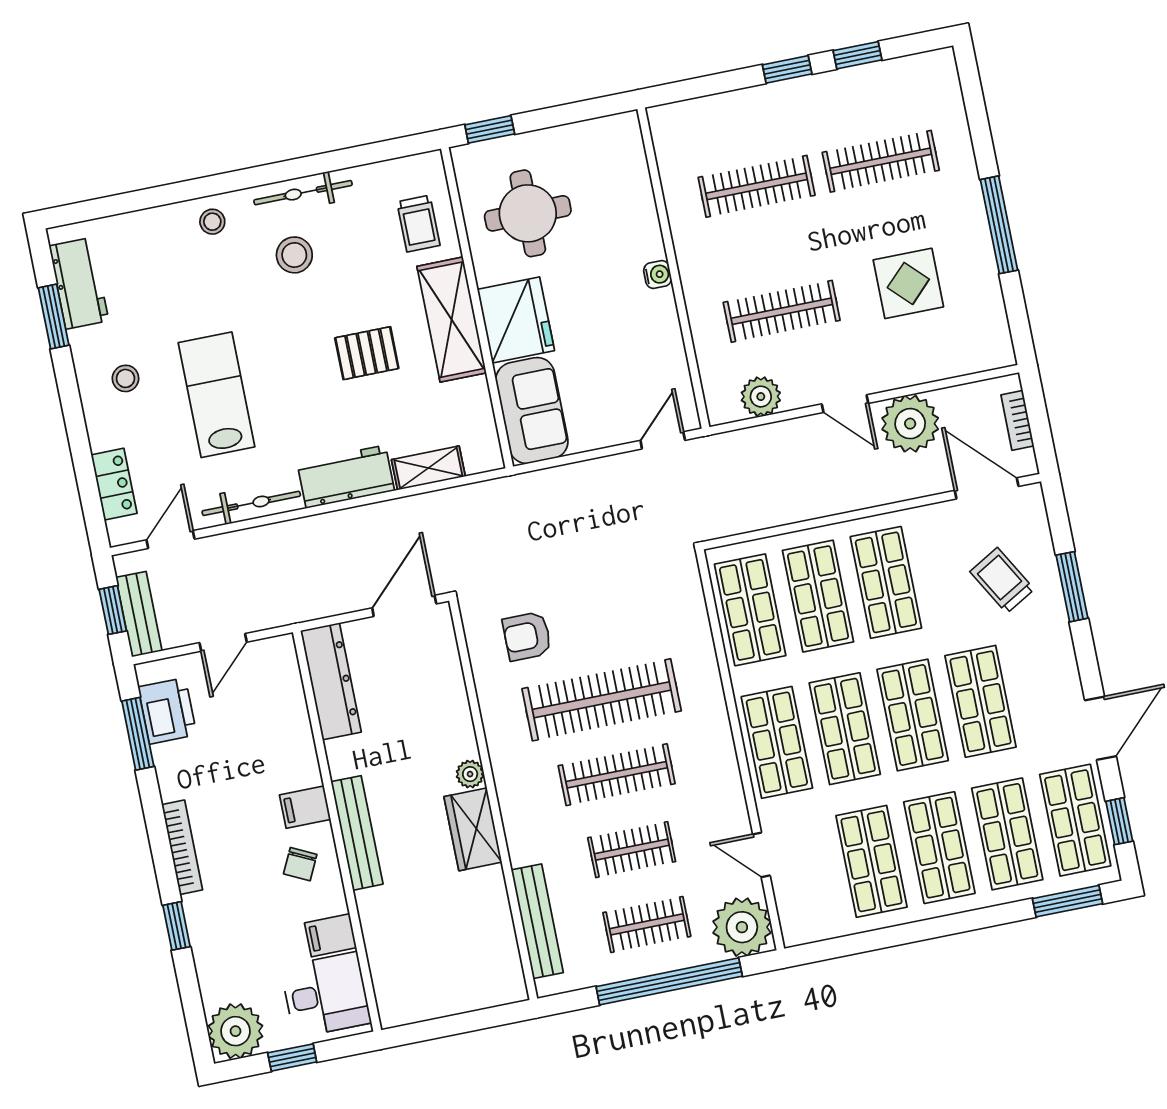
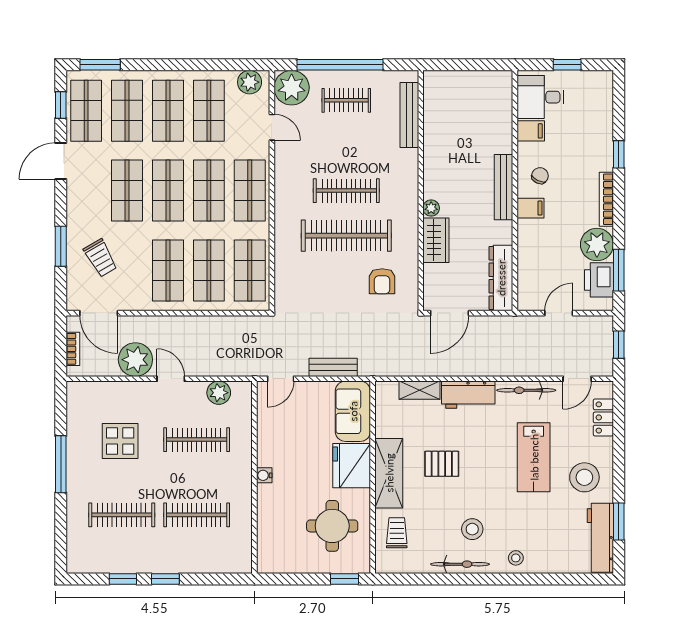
workbench: (79, 283) -> (600, 538), width x1.38
stool: (125, 378) -> (584, 477), width x1.89, depth x1.89
bench: (139, 614) -> (333, 367), moved, turned 90
armchair: (527, 636) -> (382, 281), turned 90
wardrobe: (473, 829) -> (436, 240), moved
clothes rail: (632, 850) -> (346, 145), removed
plant: (814, 922) -> (250, 82), added
plant: (236, 1031) -> (597, 245), moved

